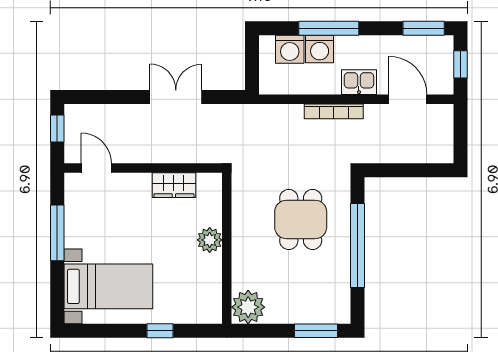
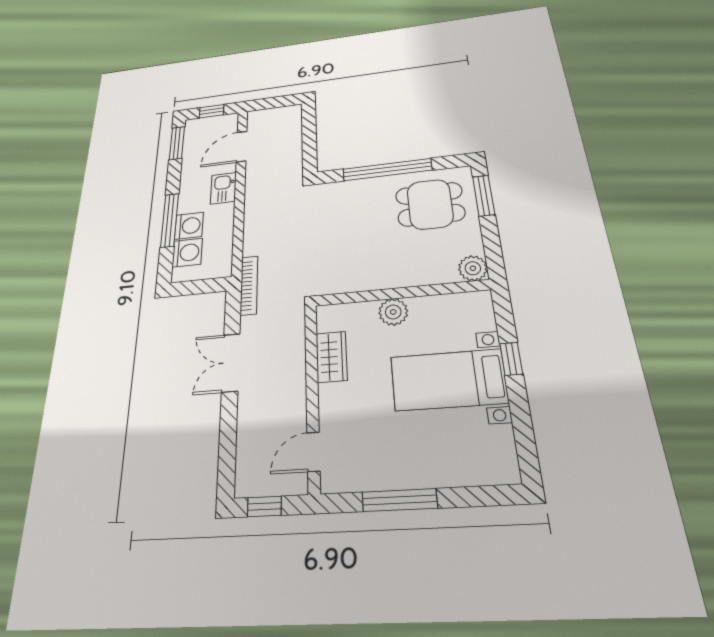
bookcase: (334, 111) -> (249, 285), moved
dining table: (301, 219) -> (430, 204), moved
bed with nightstands: (108, 286) -> (448, 380), moved, turned -90
plant: (248, 307) -> (473, 268), width x0.73, depth x0.73

